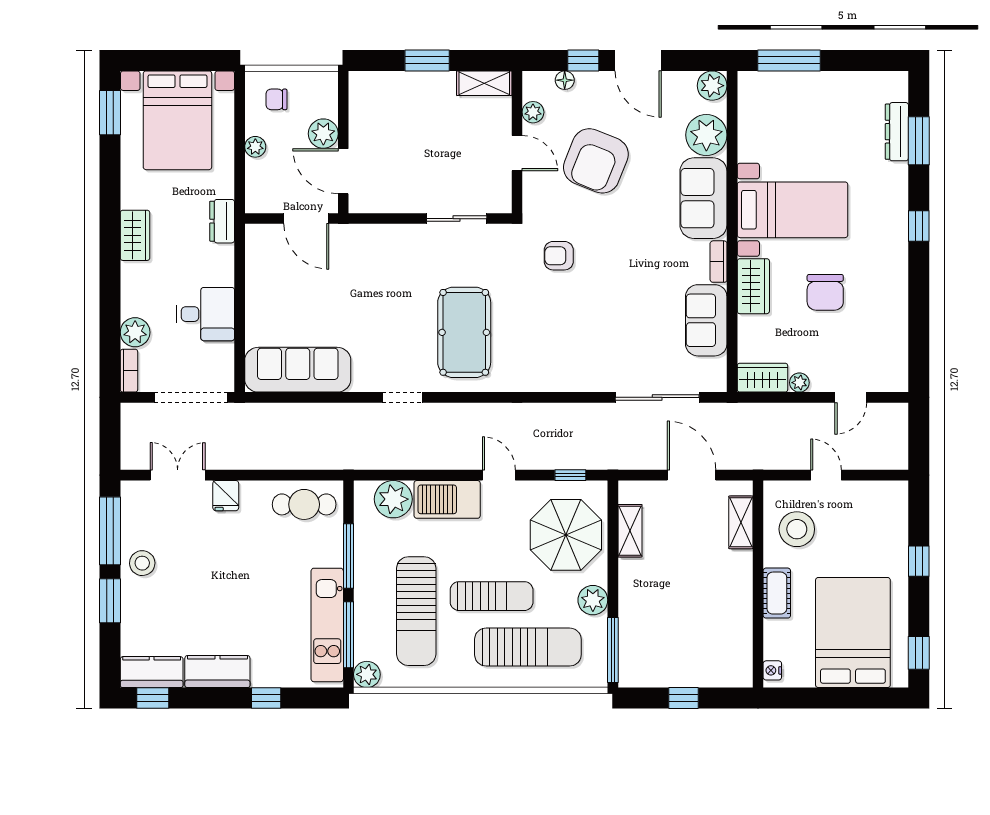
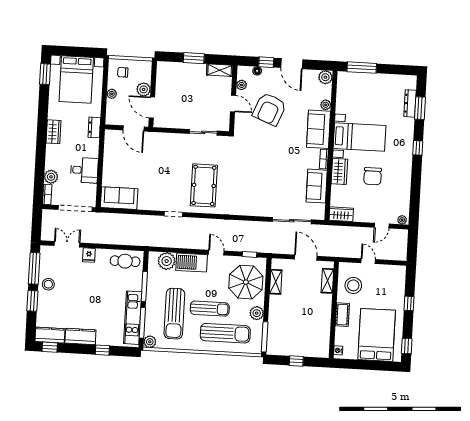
plant: (706, 135) -> (326, 105), width x0.53, depth x0.53
armchair: (559, 256) -> (250, 152), removed
sofa: (298, 370) -> (119, 198), width x0.73
plant: (799, 383) -> (402, 220), moved

